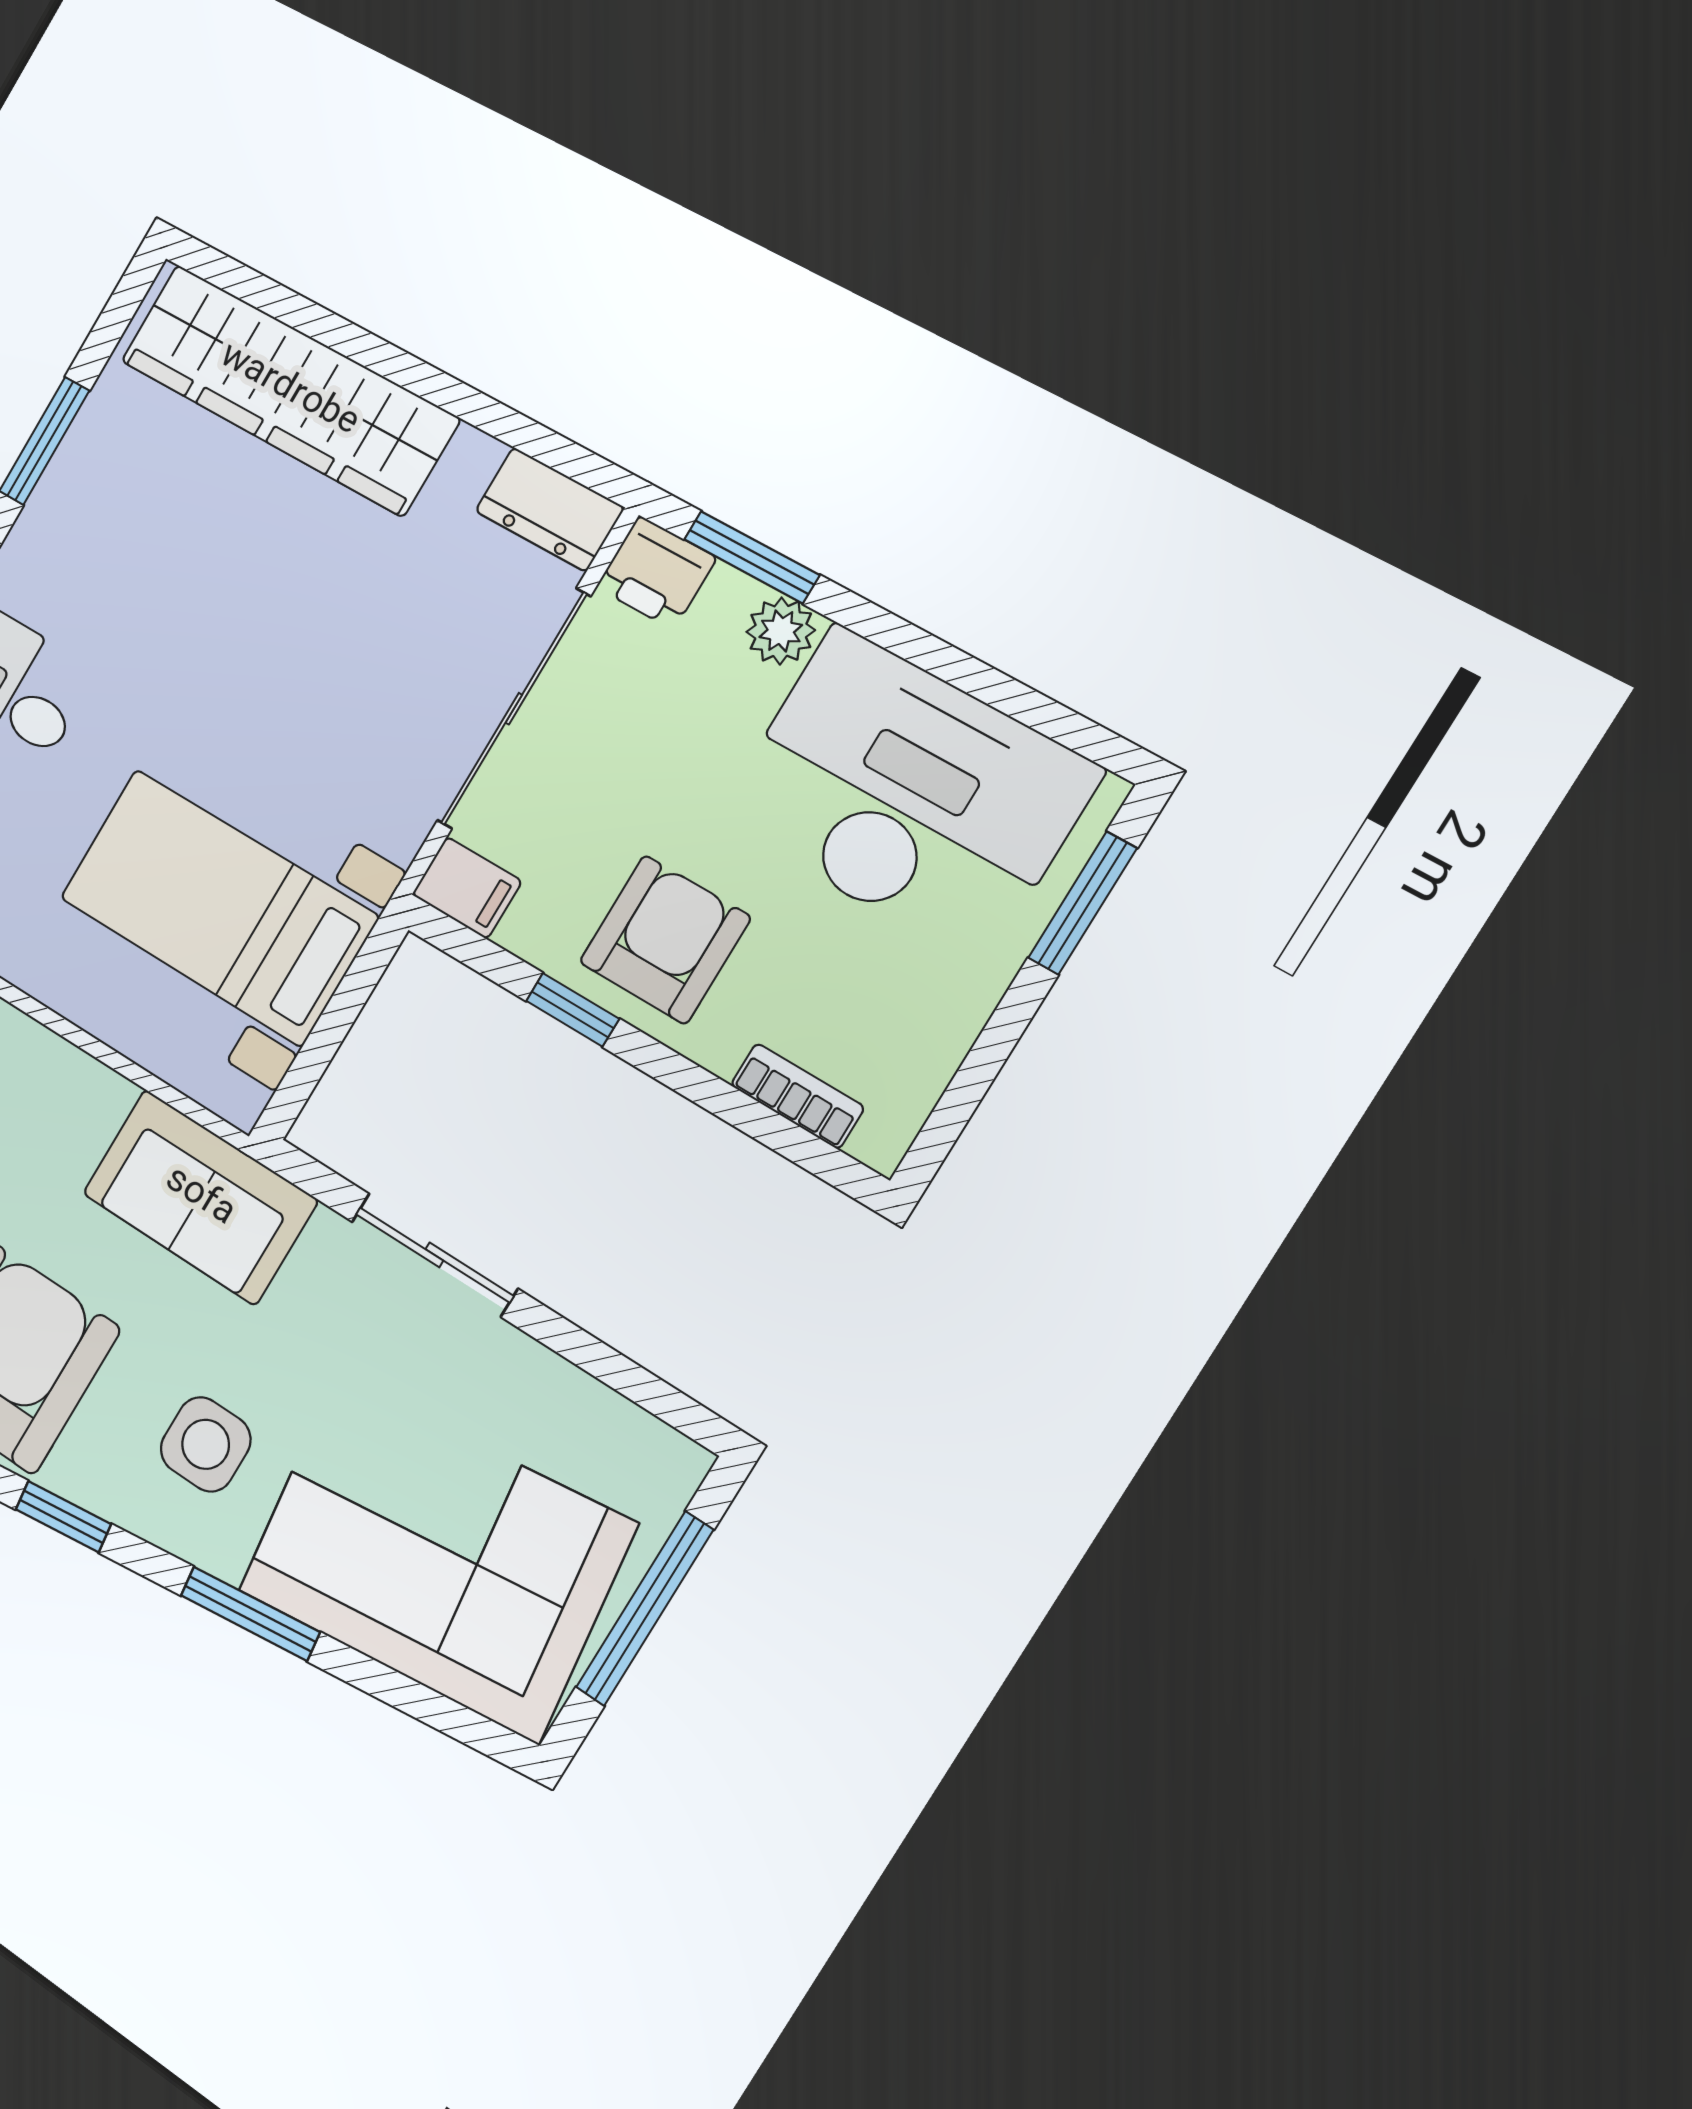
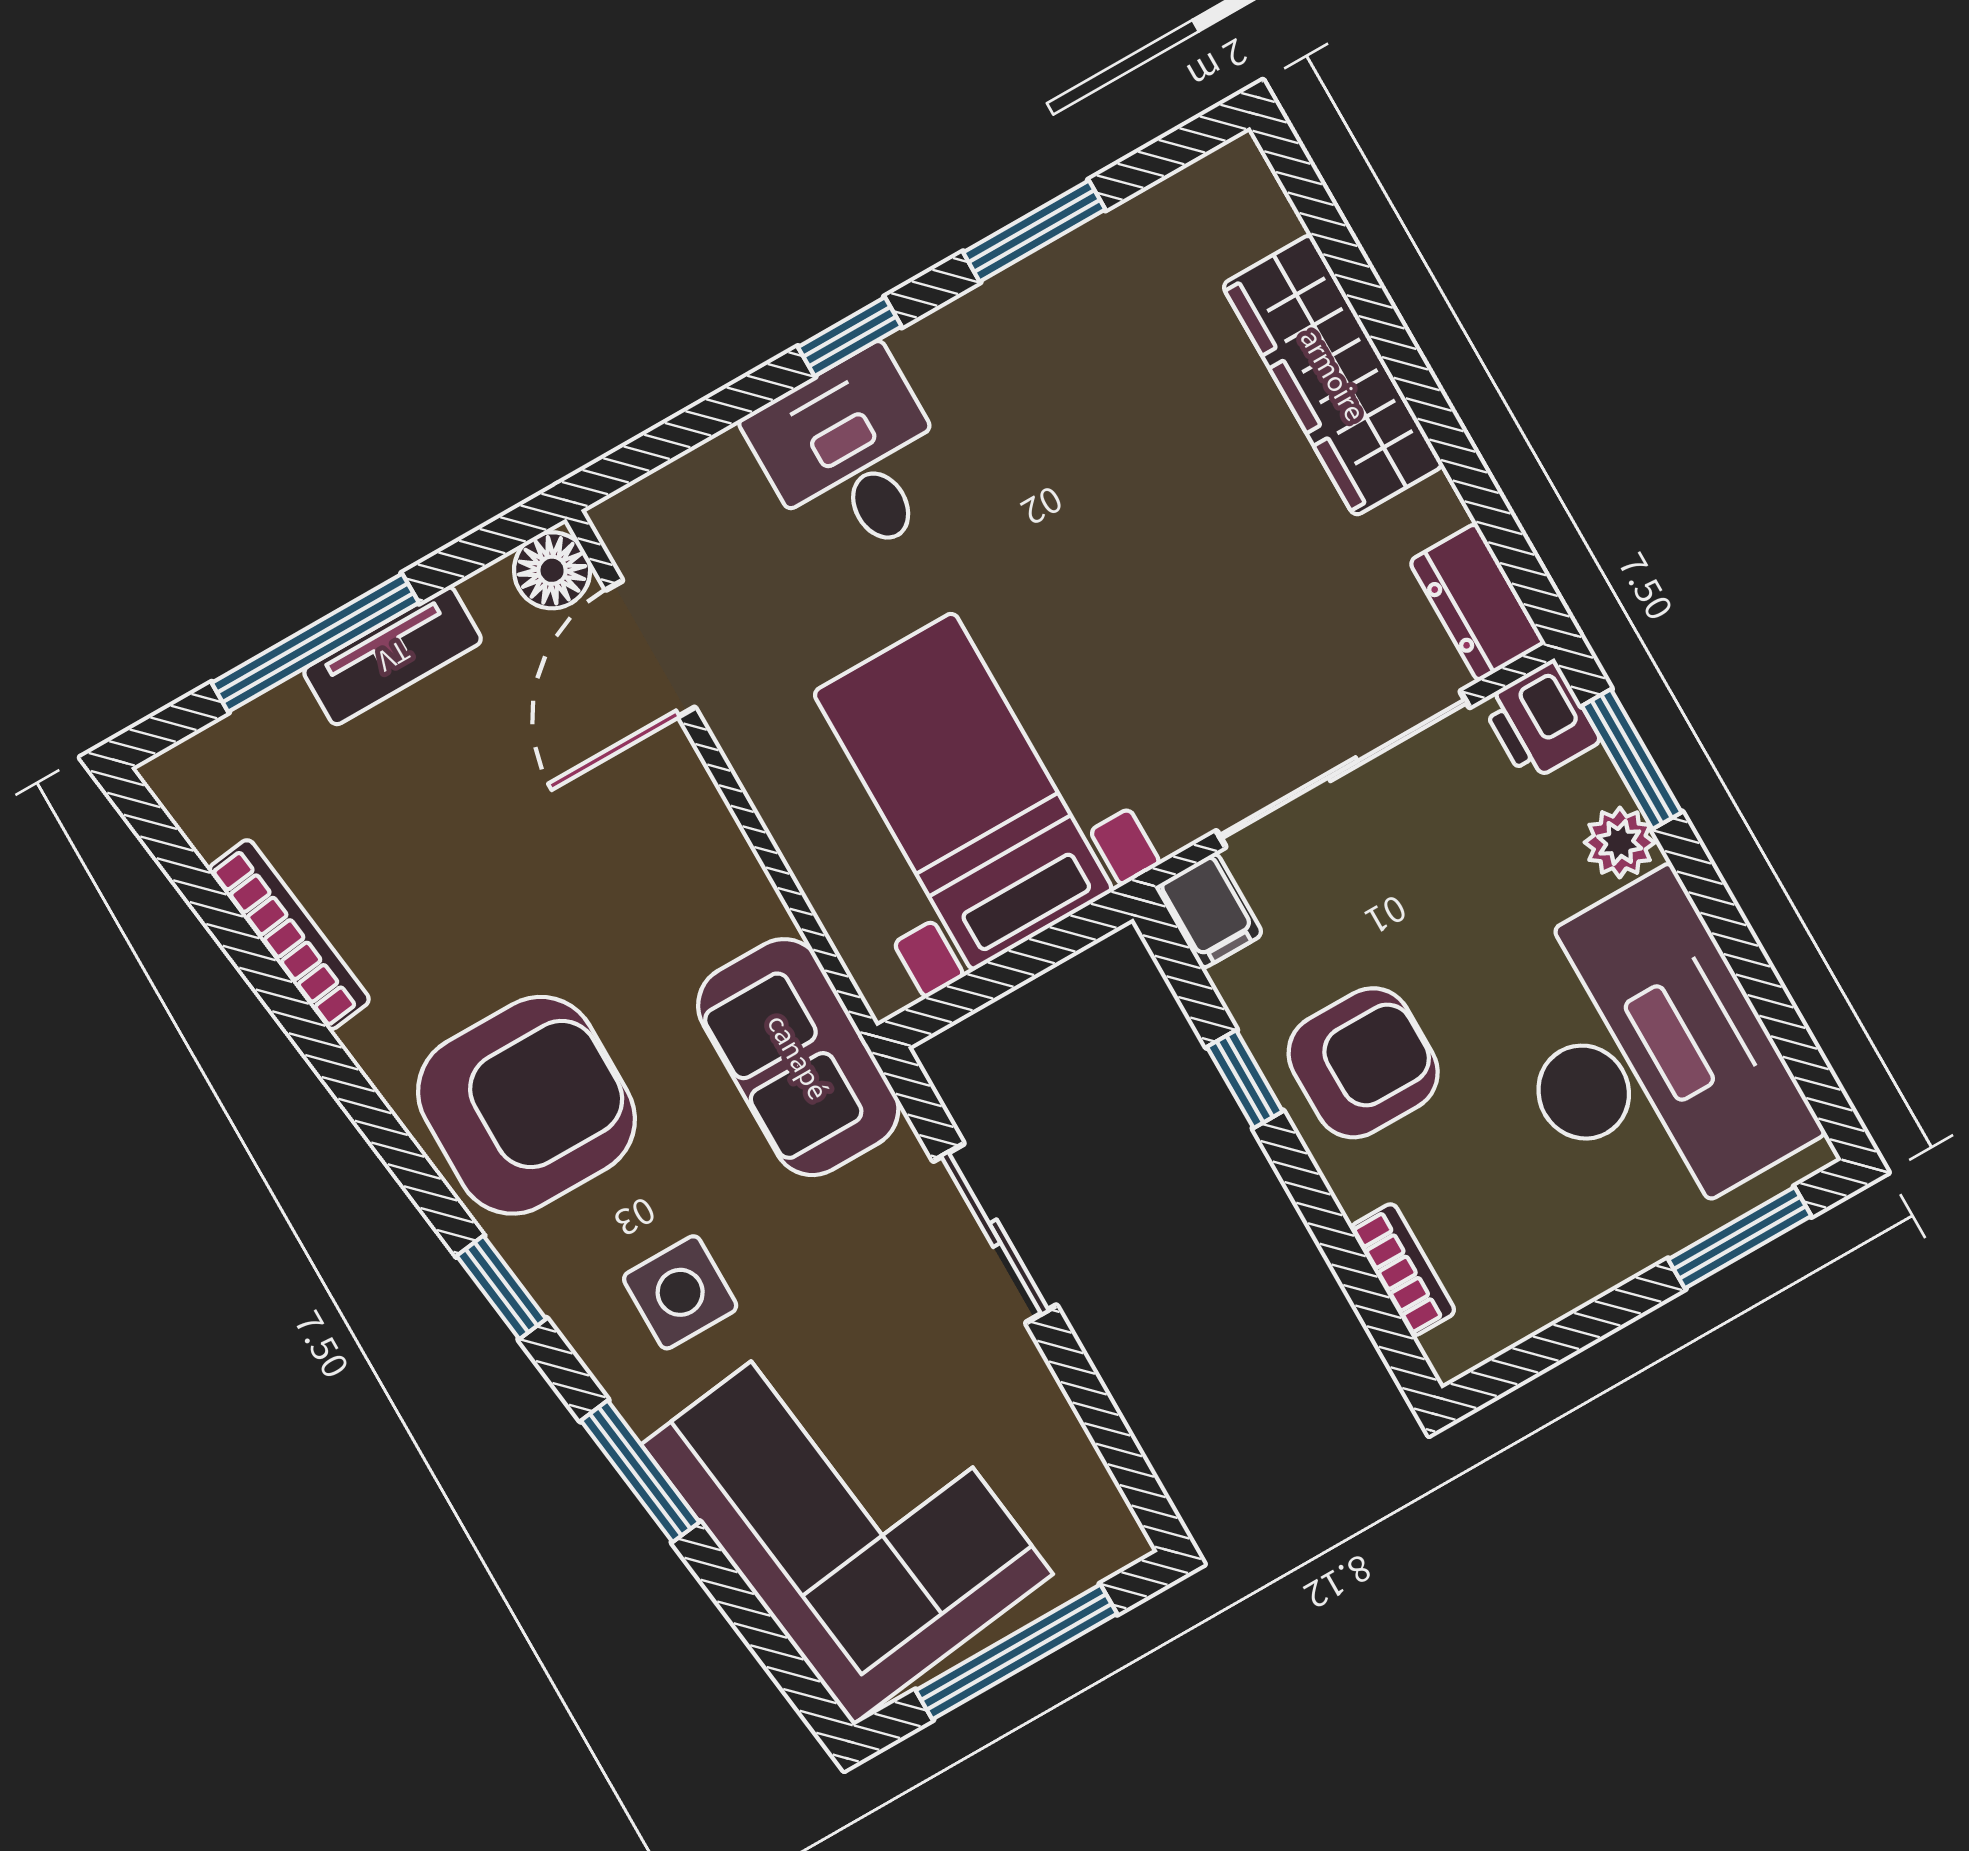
wardrobe: (289, 390) -> (1333, 375), width x0.71, depth x0.85

